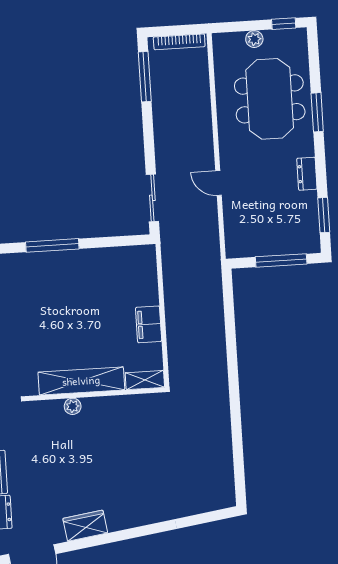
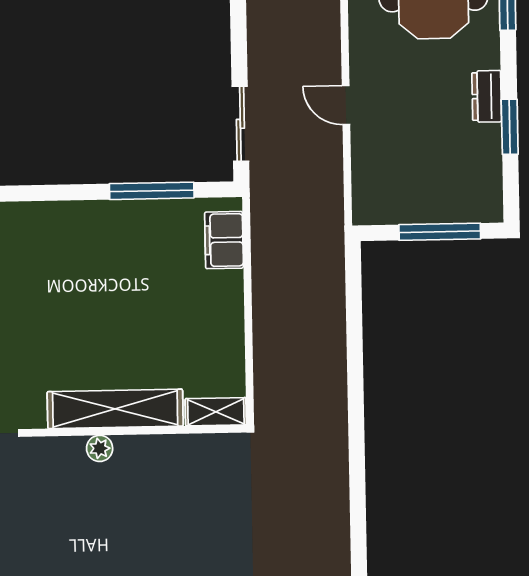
window: (324, 215) -> (510, 127), moved
window: (52, 245) -> (152, 191), moved
filing cabinet: (149, 324) -> (224, 240), moved

